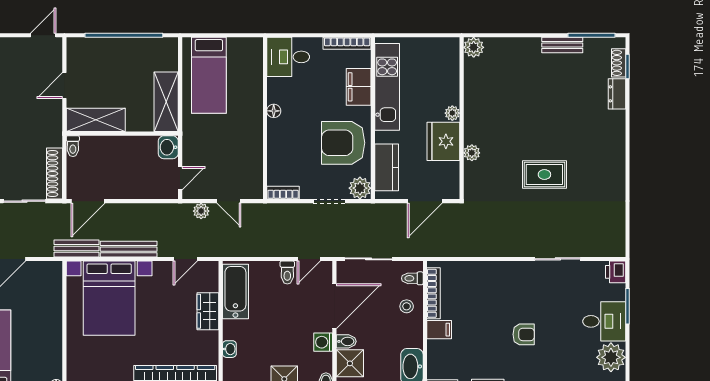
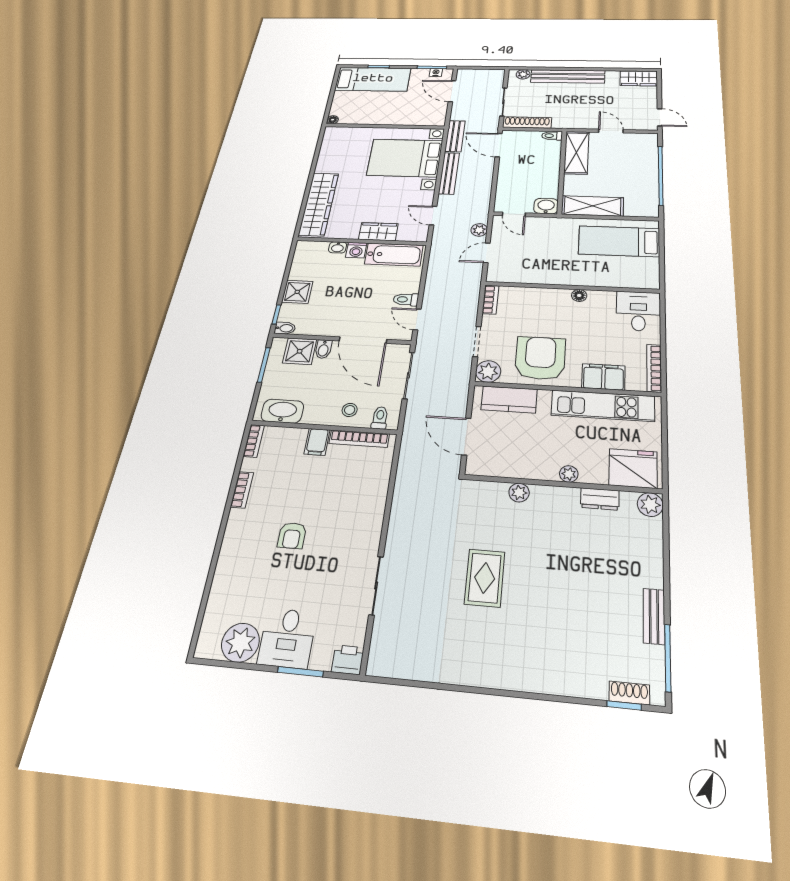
dresser: (617, 94) -> (600, 499), moved, turned 180
fridge: (443, 141) -> (633, 468), moved
washing machine: (323, 342) -> (356, 250), moved, turned 180

